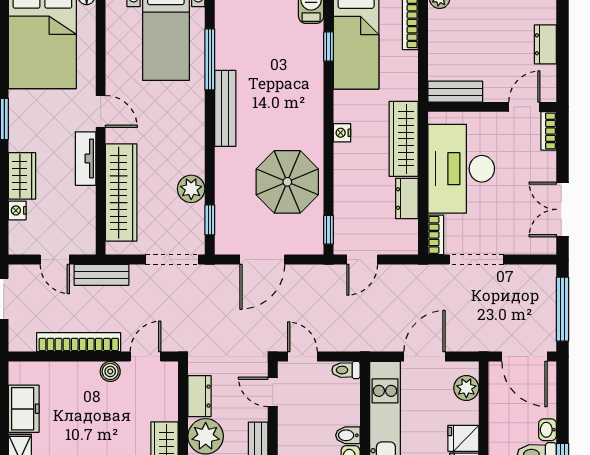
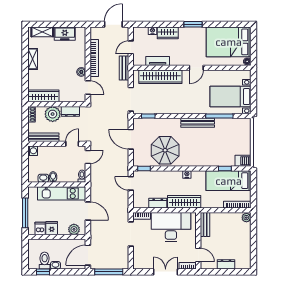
tv unit: (86, 159) -> (158, 61), moved
plant: (191, 189) -> (162, 108), removed
double door: (562, 209) -> (166, 272), moved

